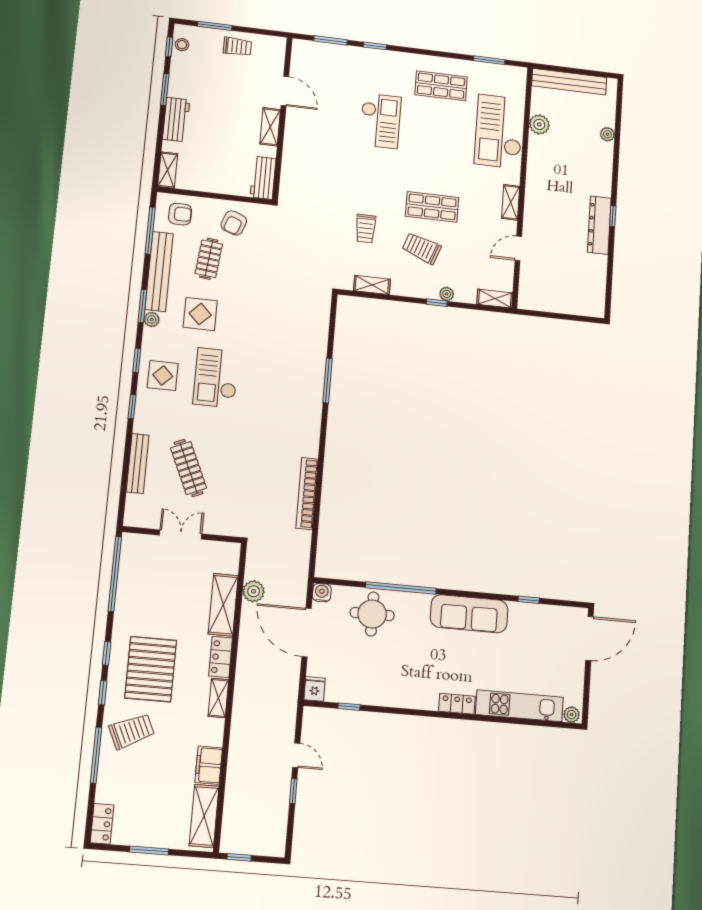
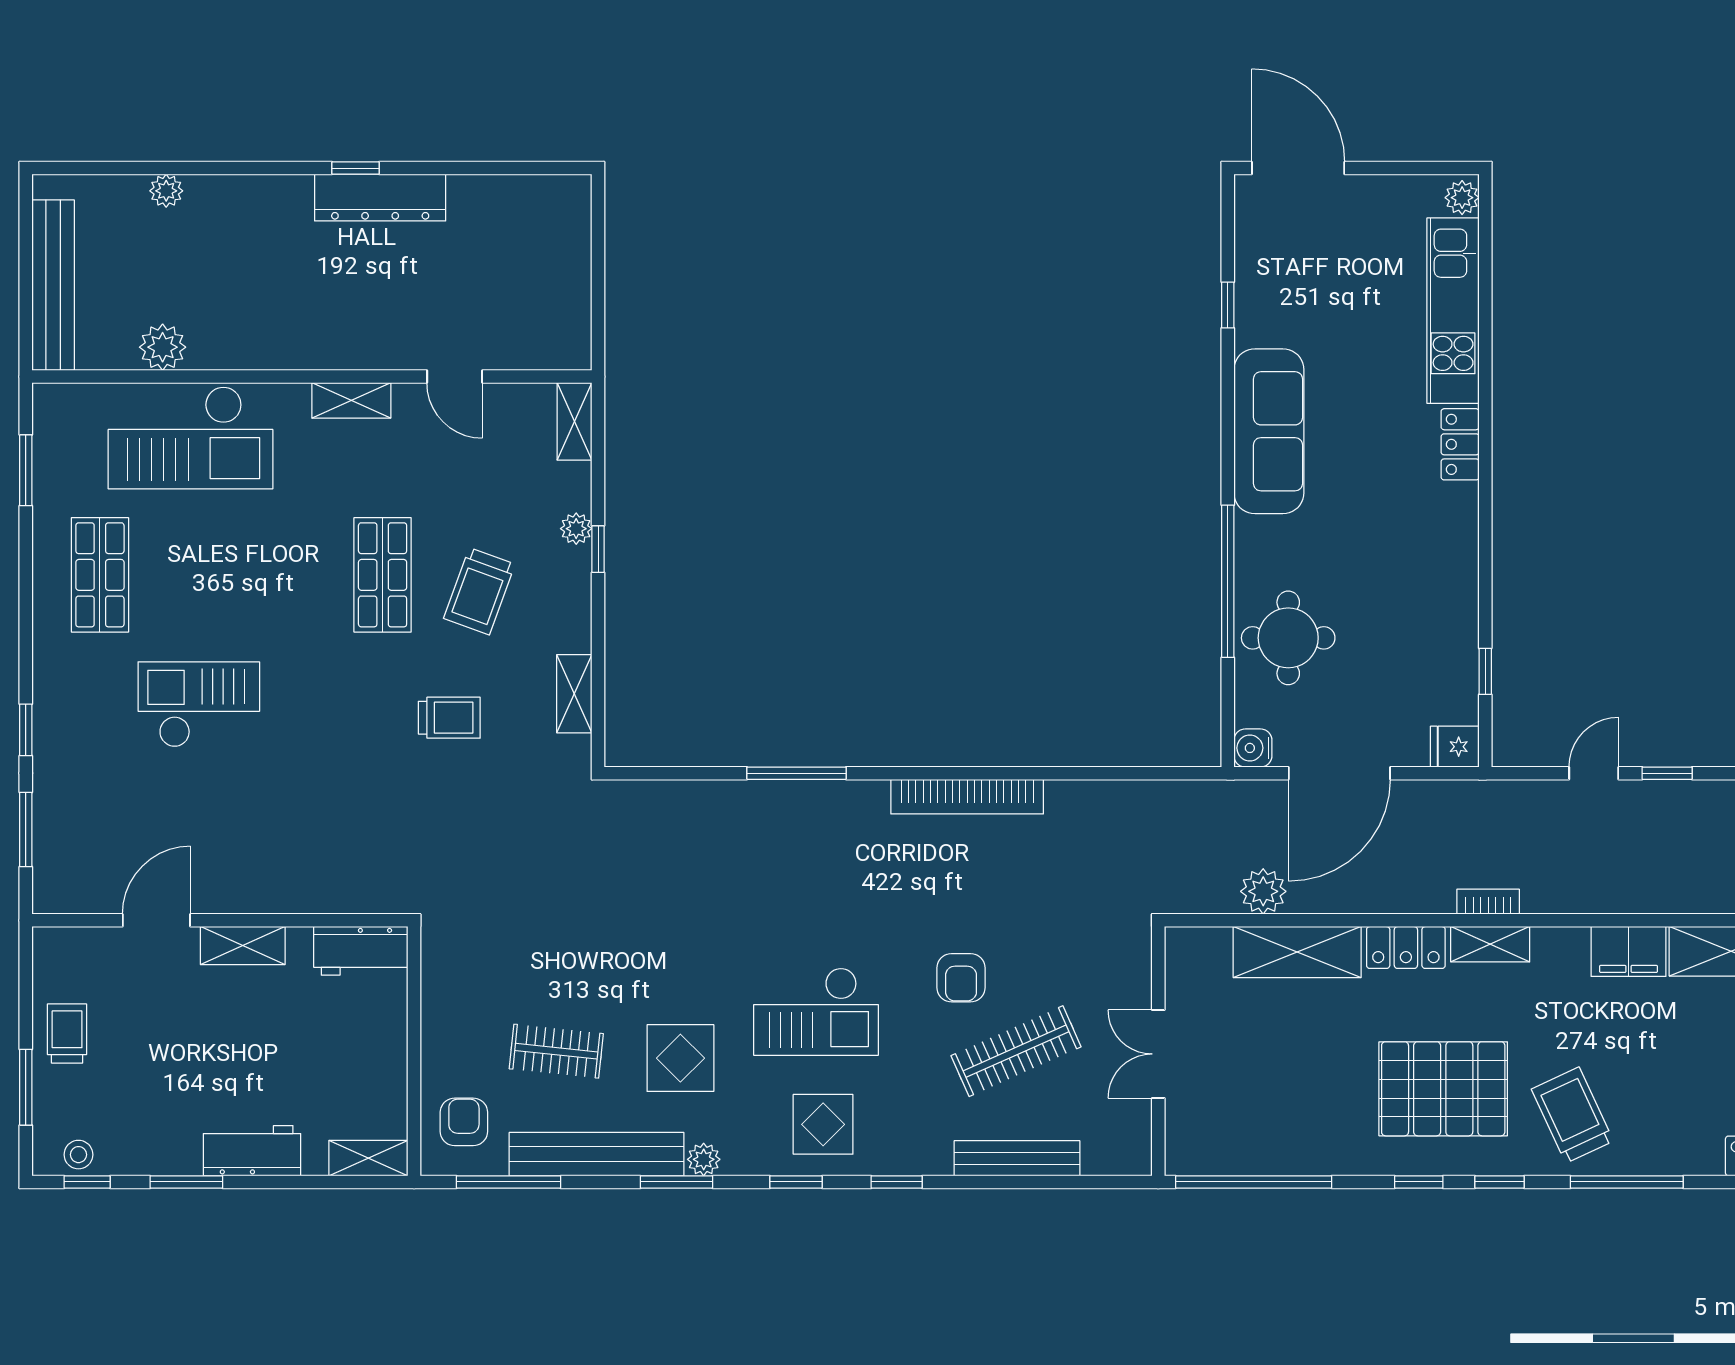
armchair: (234, 223) -> (961, 978), moved, turned 70
bookcase: (307, 494) -> (967, 797), moved
bookcase: (239, 699) -> (1488, 902), added

